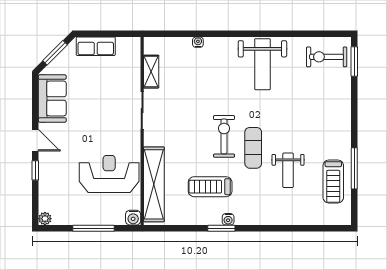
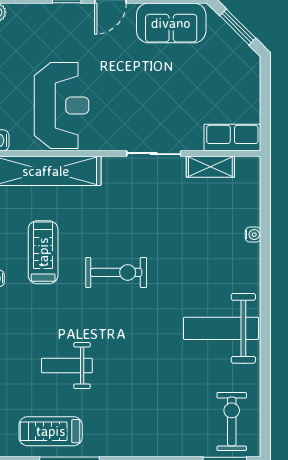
row of seats: (96, 46) -> (232, 138), moved, turned 90
exercise mat: (253, 148) -> (100, 315), removed

